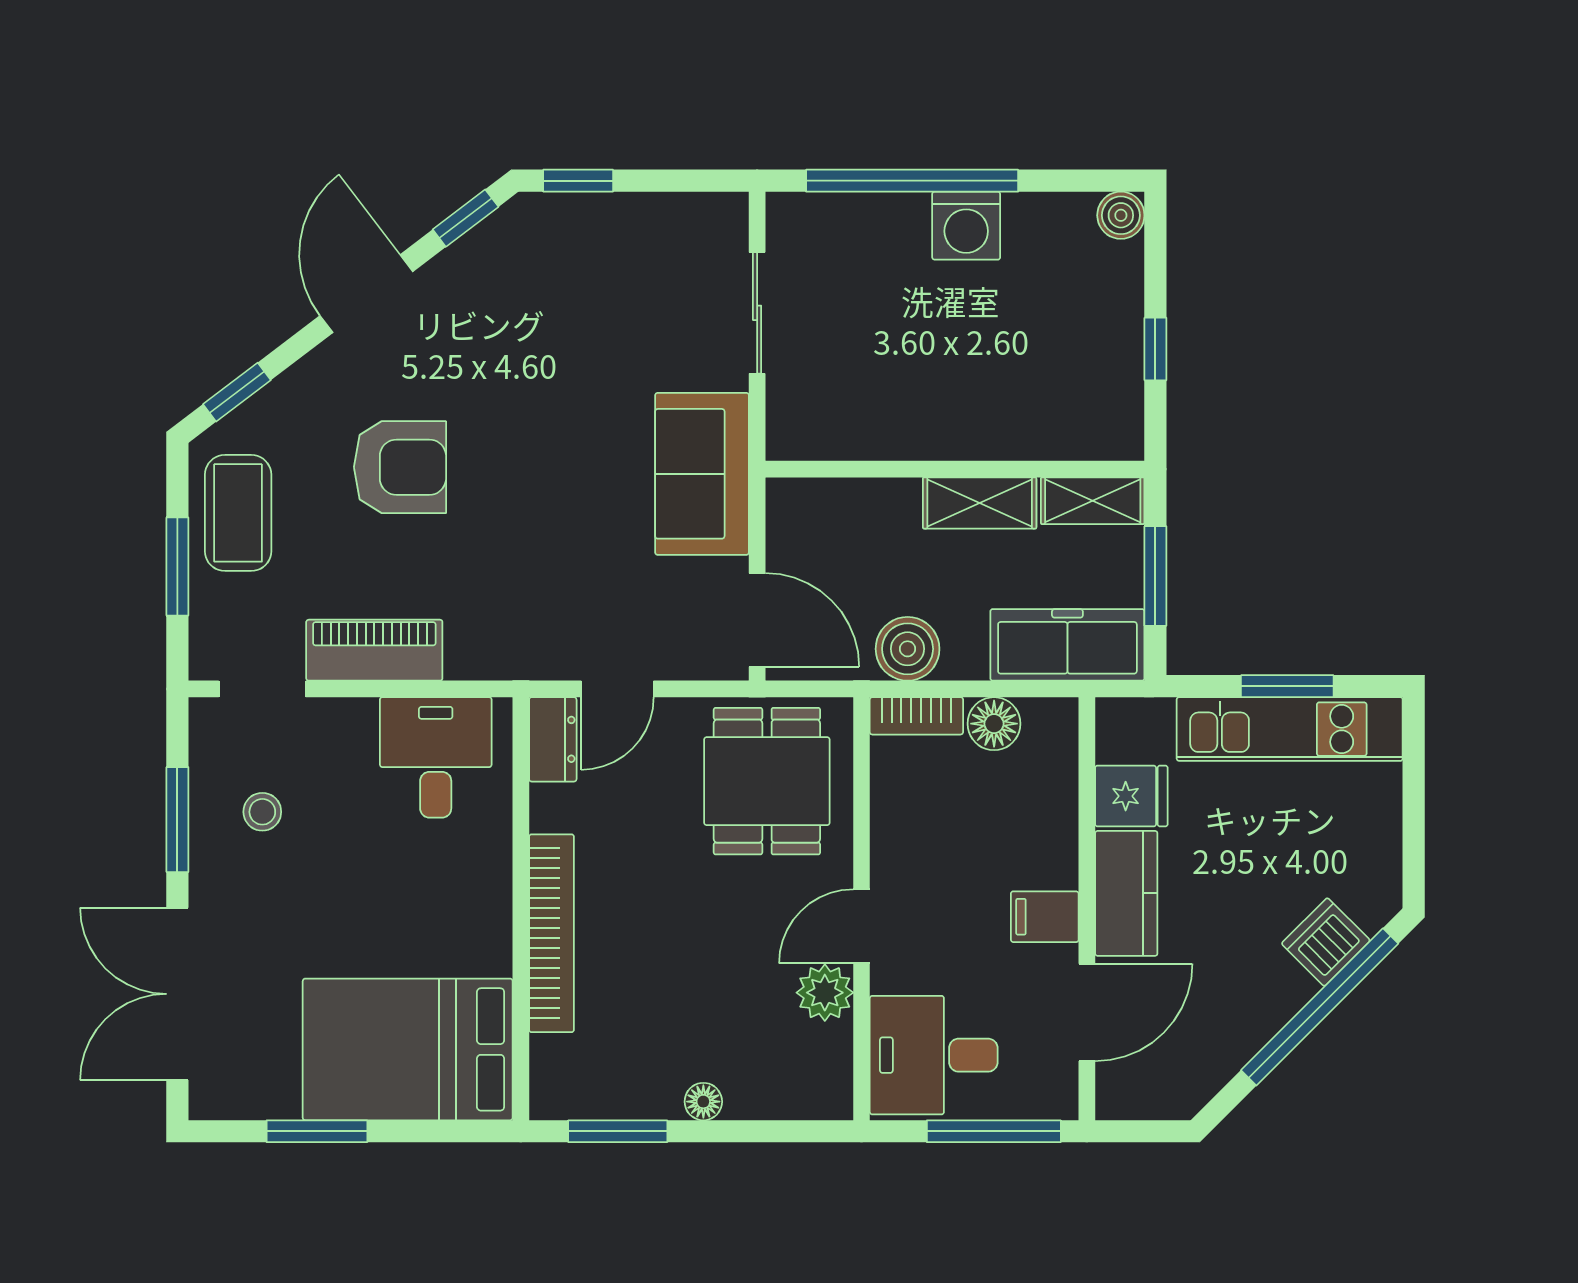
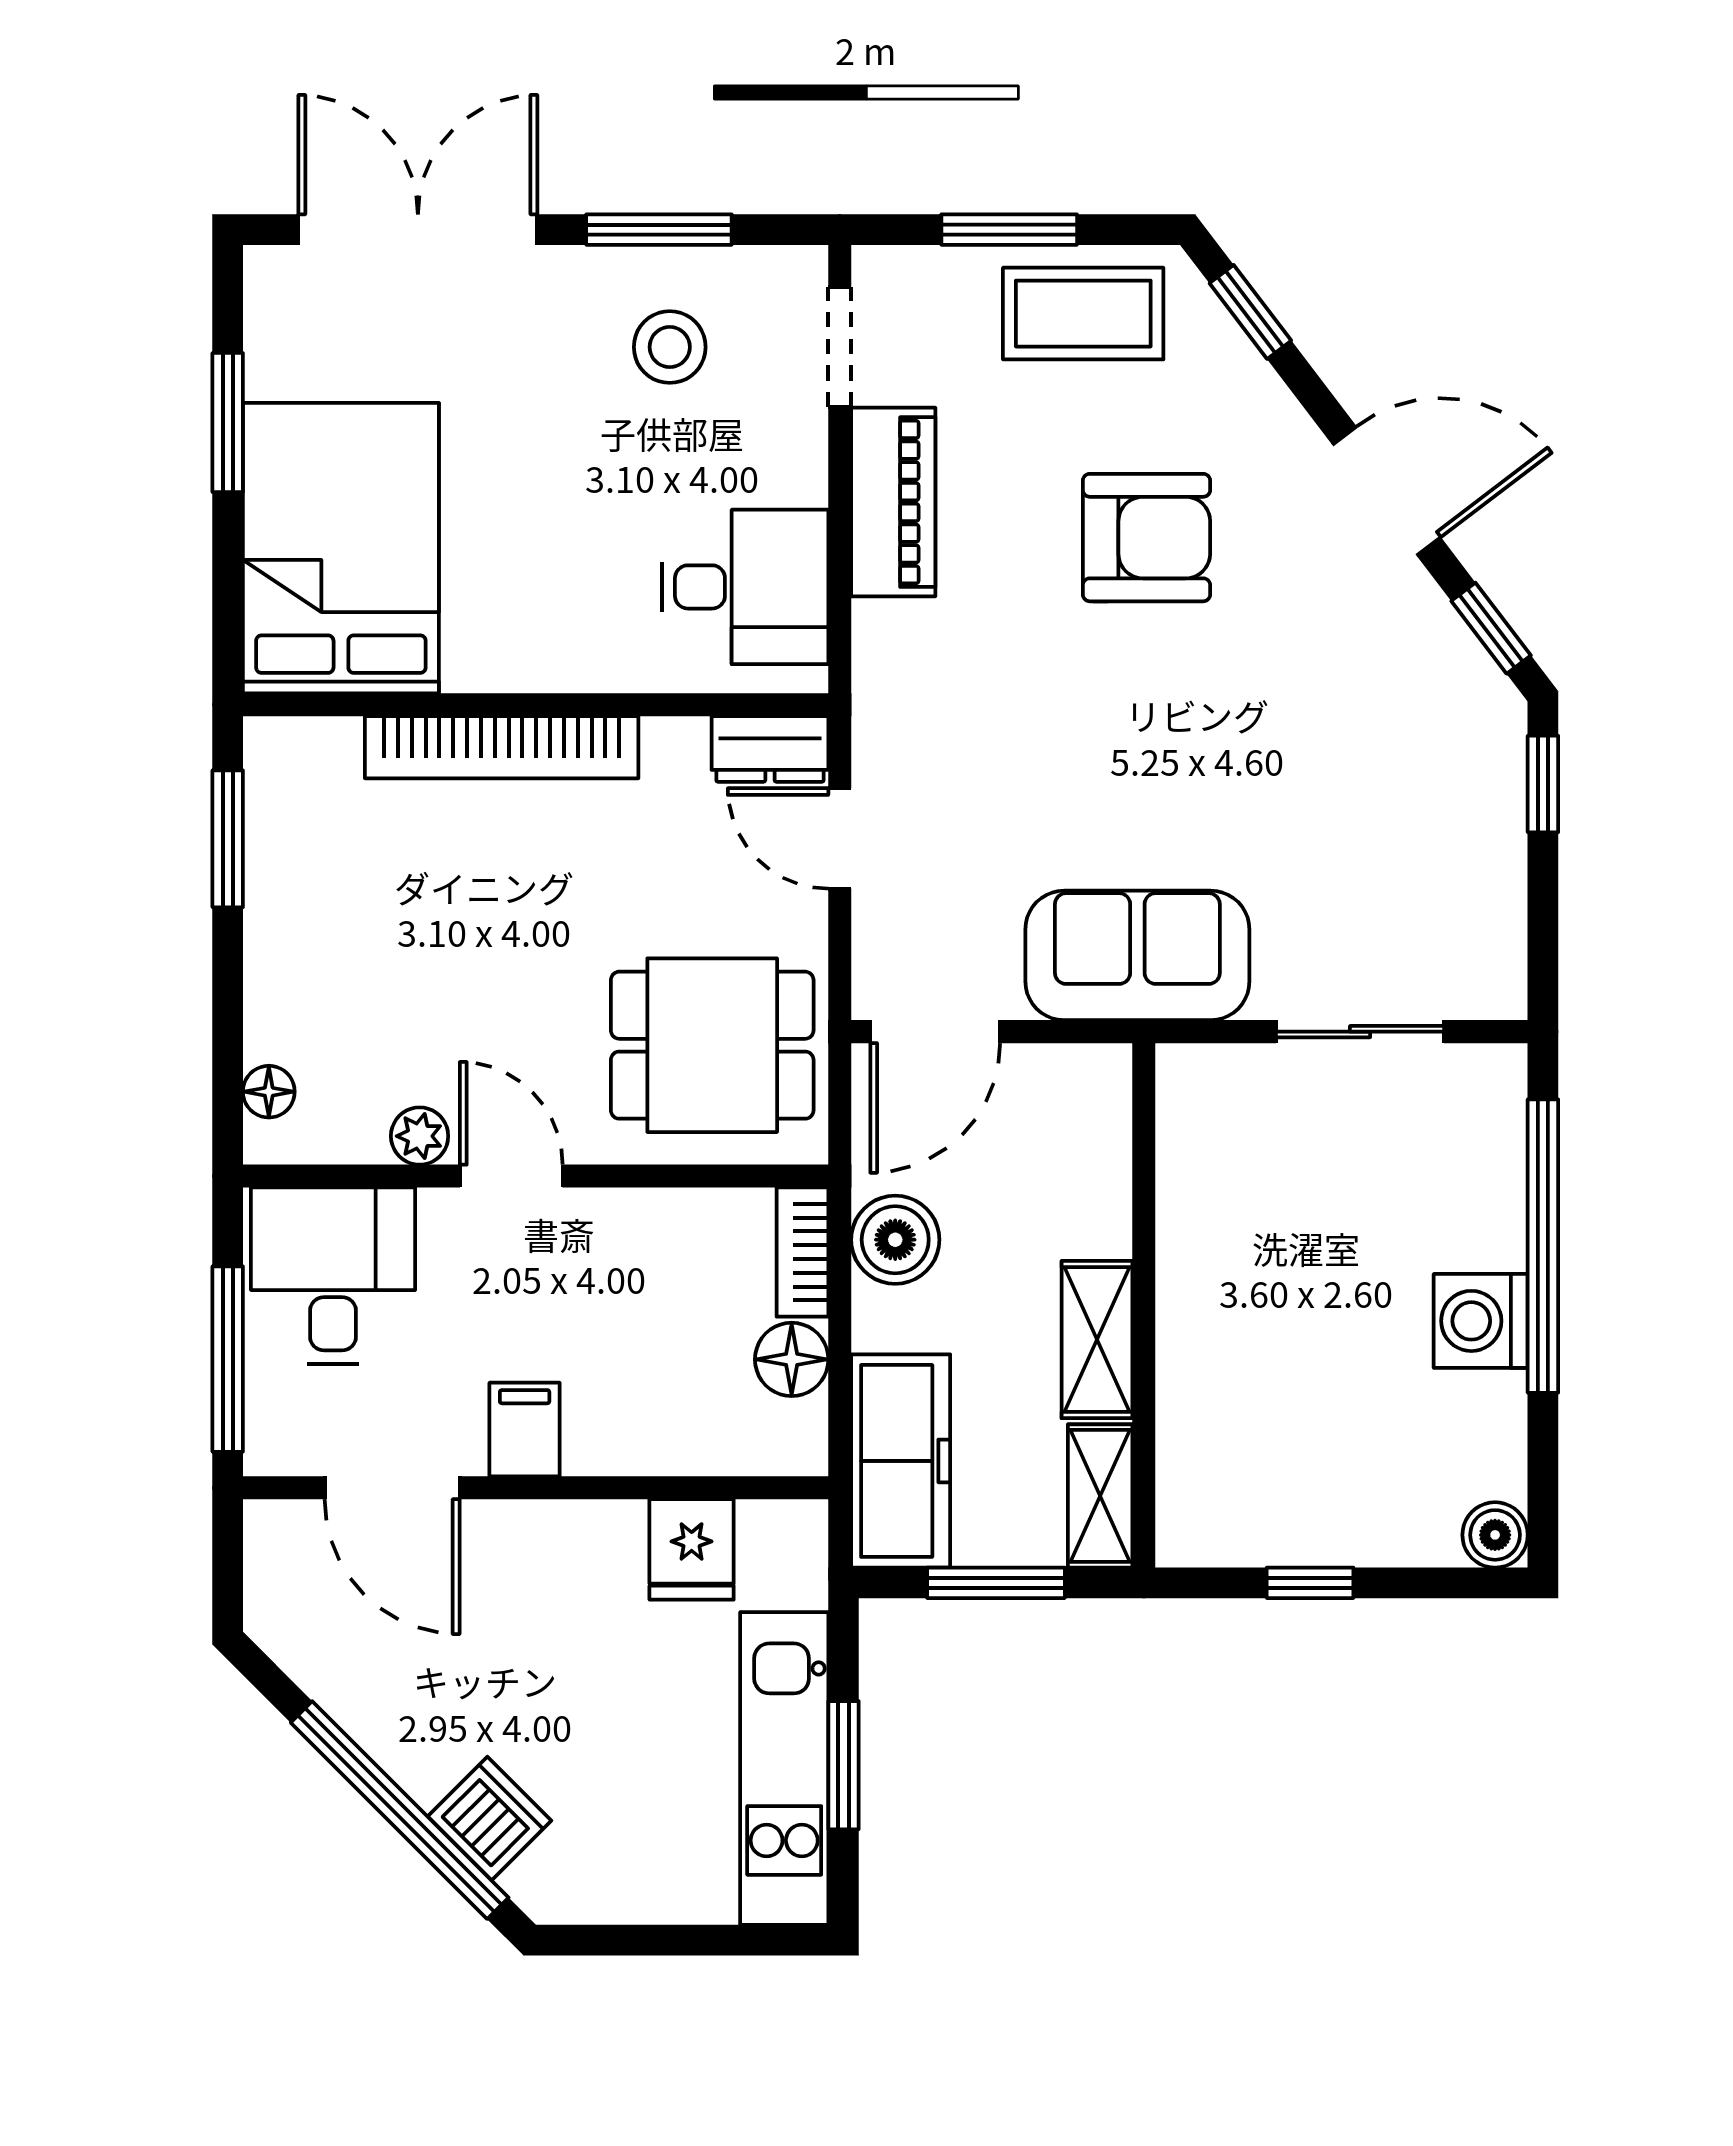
armchair: (400, 467) -> (1146, 538), turned -90
stool: (262, 812) -> (670, 347), width x1.37, depth x1.37
kitchen counter: (1126, 893) -> (557, 1542), removed
plant: (825, 993) -> (420, 1136), width x0.73, depth x0.73
floor lamp: (703, 1102) -> (269, 1092), moved

